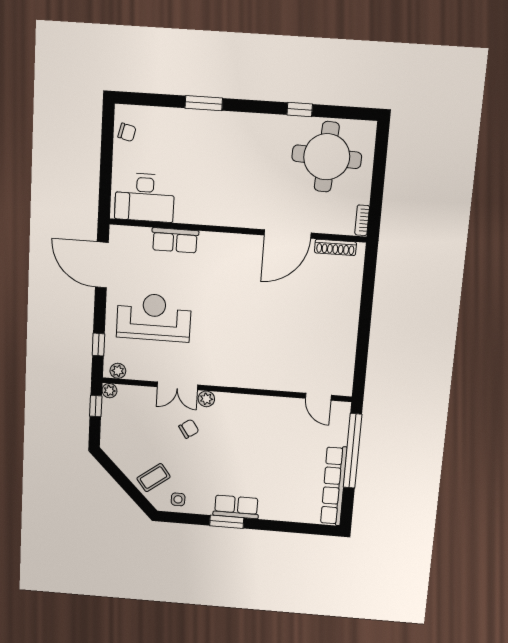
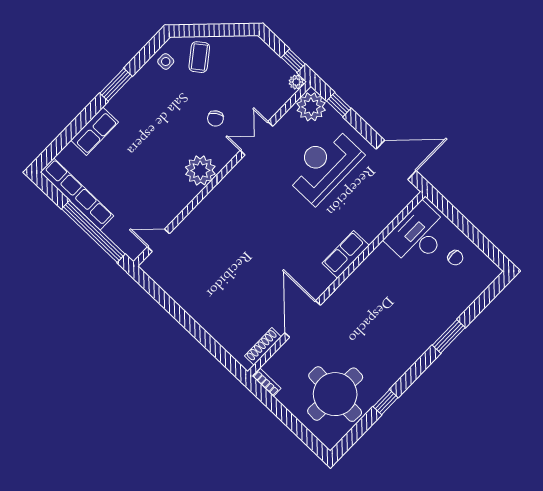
chair: (127, 132) -> (455, 258), moved, turned -104
row of seats: (175, 240) -> (346, 254), moved
reception desk: (154, 317) -> (324, 165), turned 180
plant: (118, 371) -> (311, 107), width x1.88, depth x1.88
plant: (206, 399) -> (200, 170), moved, width x1.87, depth x1.87
row of seats: (236, 507) -> (95, 131), moved

